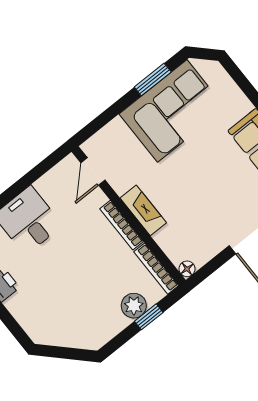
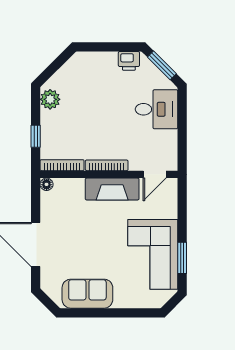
door: (93, 171) -> (155, 174), swing flipped
fireplace: (143, 210) -> (112, 189), width x1.37, depth x1.32
plant: (134, 306) -> (50, 99), moved

